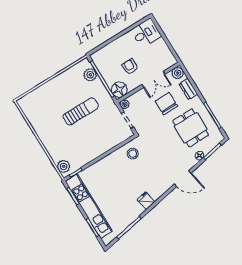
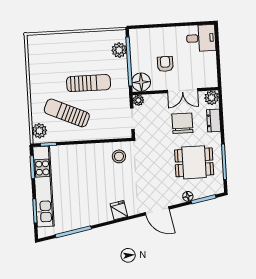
dining table: (191, 128) -> (194, 162), turned 90
sun lounger: (77, 142) -> (67, 113), added
fridge: (146, 201) -> (119, 210), moved

